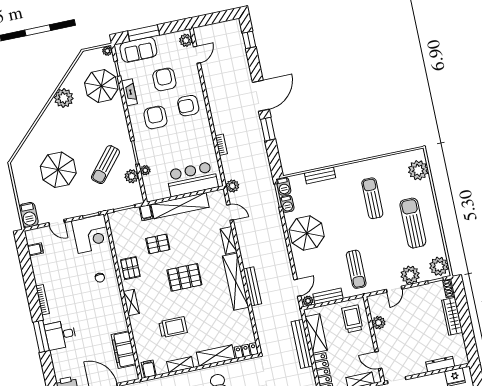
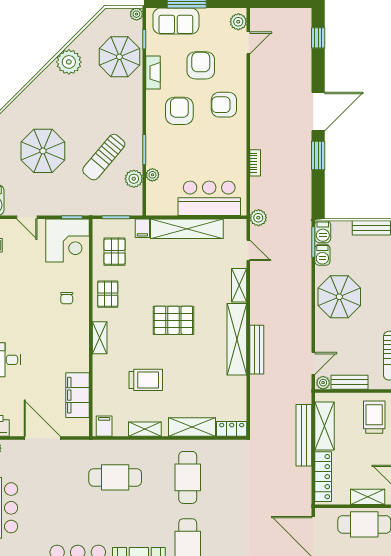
pallet: (158, 244) -> (115, 252), moved, turned 90

